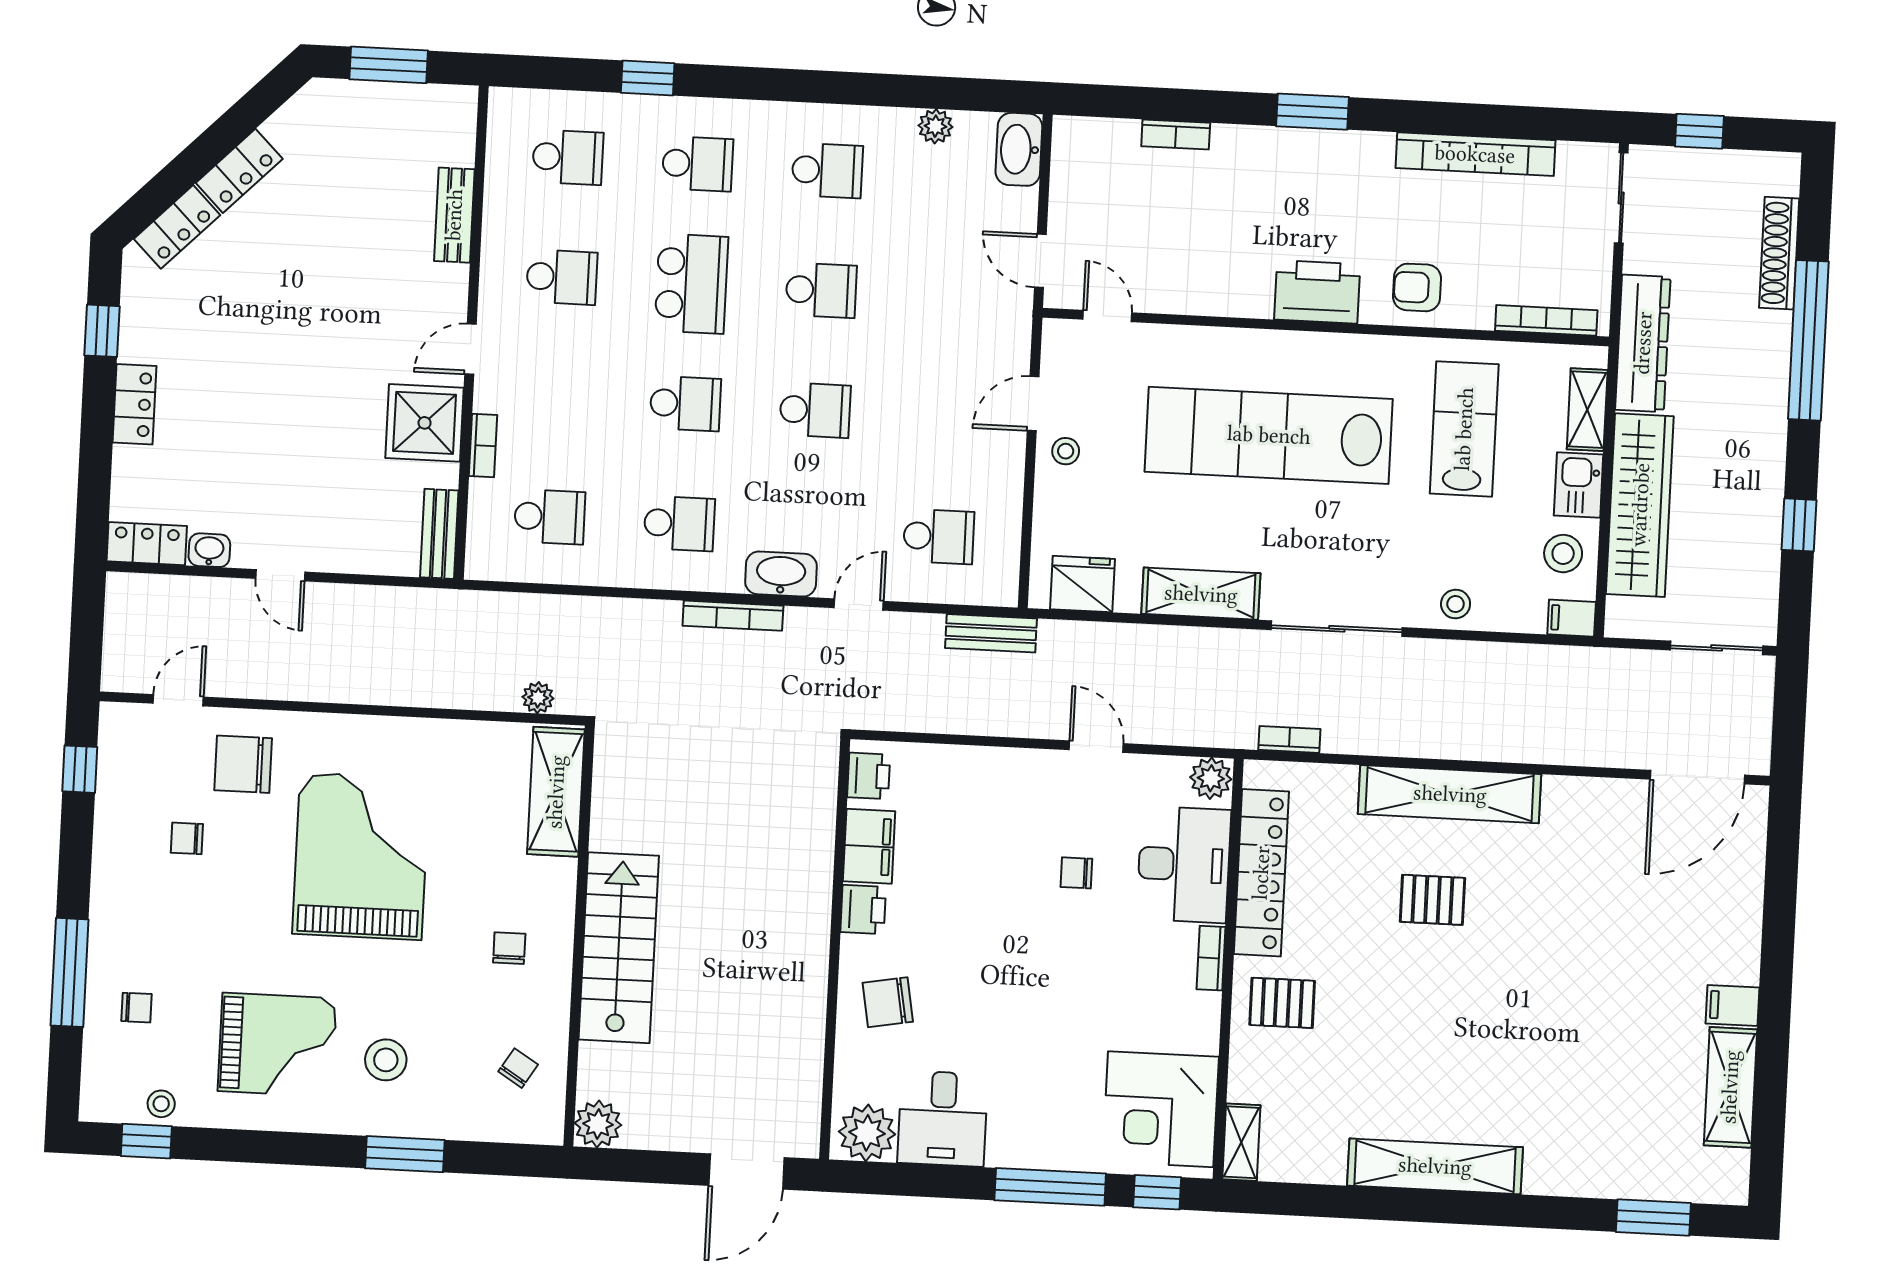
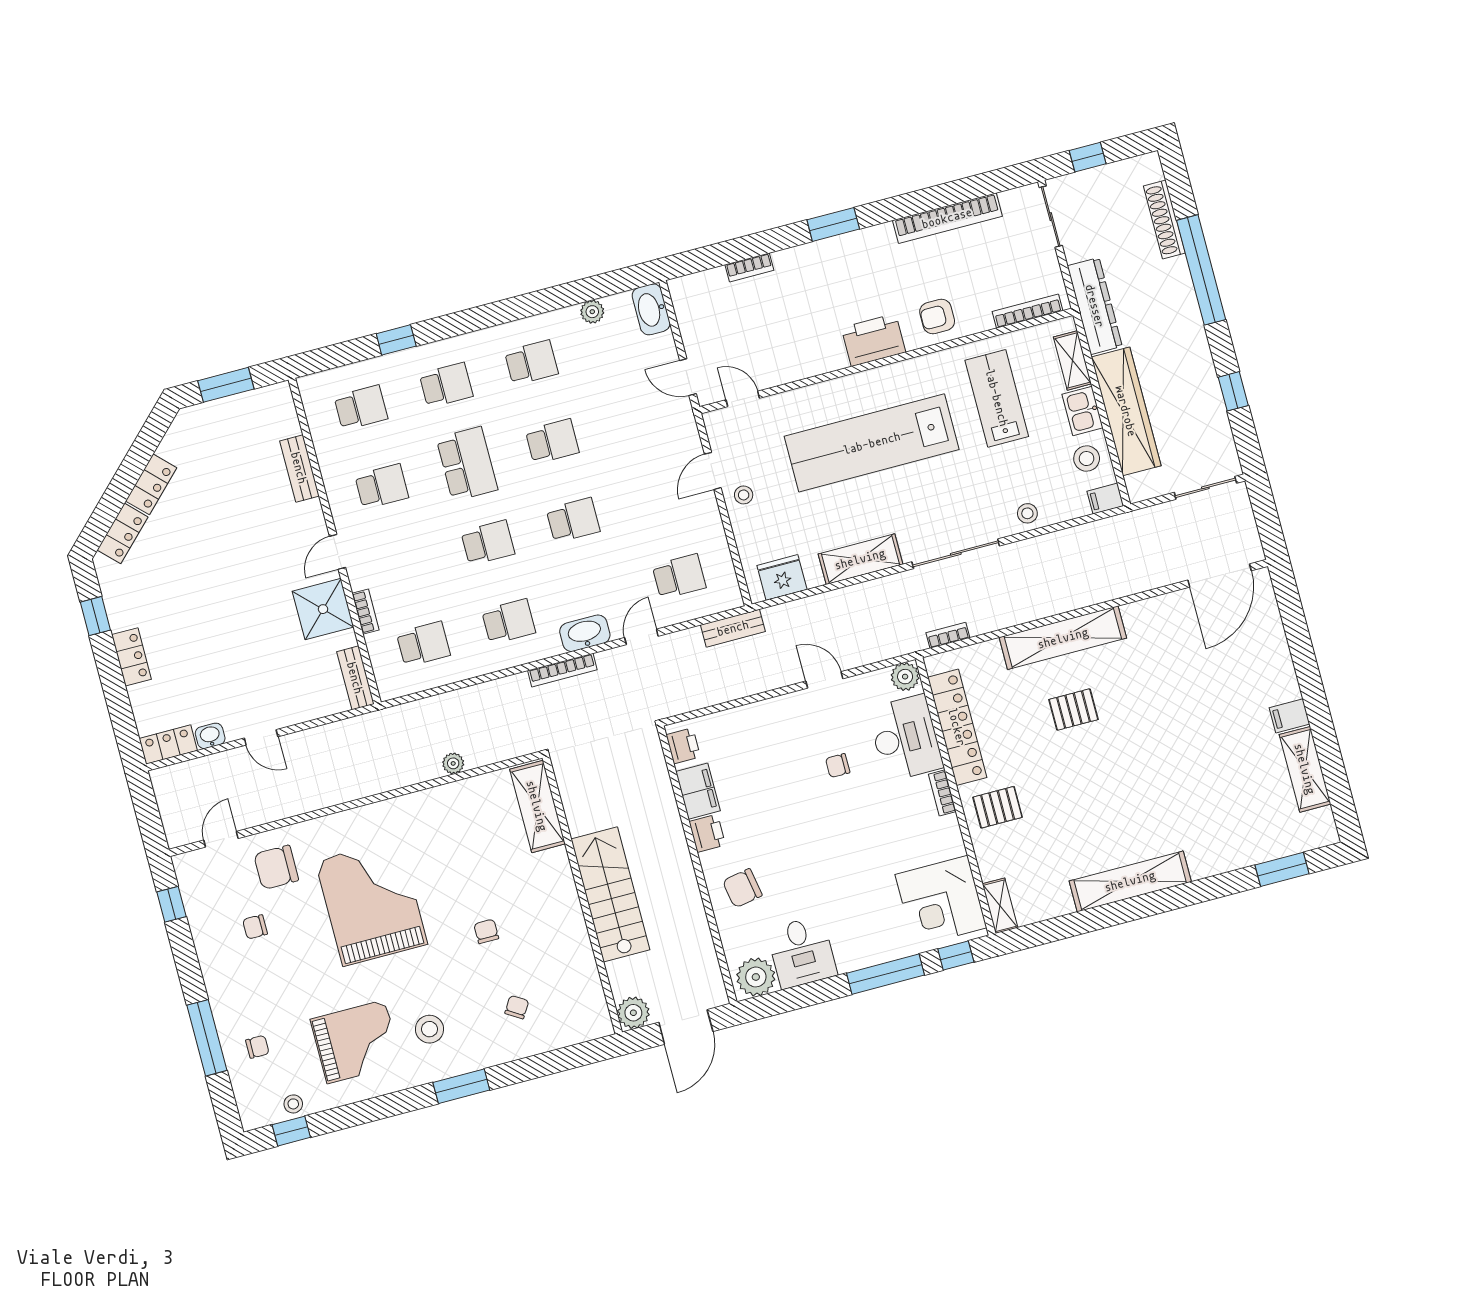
shelving: (556, 792) -> (537, 806), moved
wall: (579, 936) -> (582, 895), moved
stairs: (619, 948) -> (610, 894), moved
plant: (598, 1124) -> (633, 1013), moved

